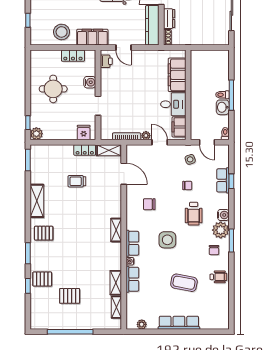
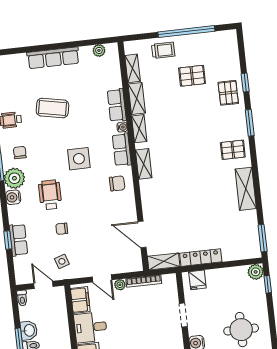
locker: (85, 150) -> (201, 258), width x1.53
trolley: (77, 181) -> (163, 50), moved
chair: (149, 204) -> (117, 183), moved
shelving: (117, 258) -> (139, 129), added
pallet: (42, 279) -> (228, 93), turned 90

